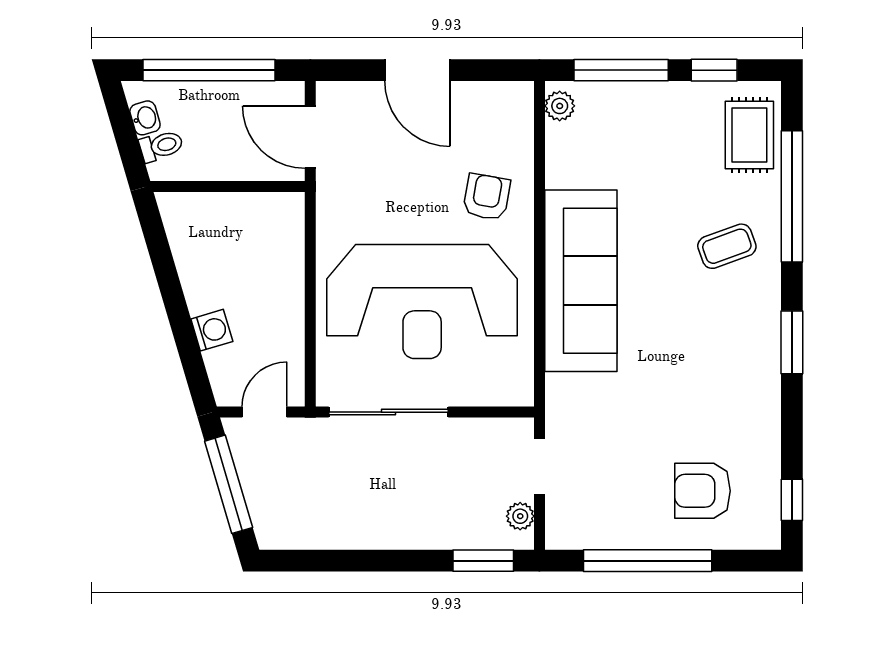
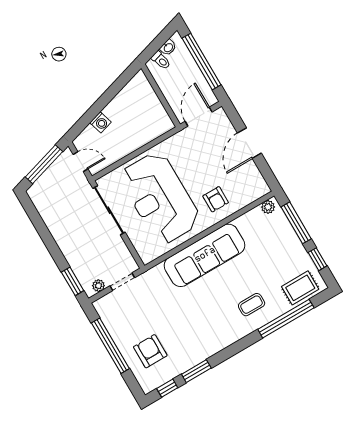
armchair: (487, 197) -> (216, 199), turned 80
coffee table: (727, 246) -> (252, 305), turned -70
window: (792, 342) -> (196, 371), moved

